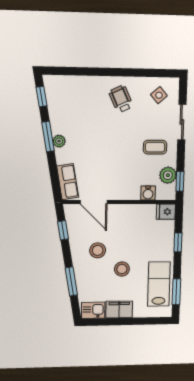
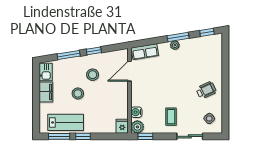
plant: (168, 175) -> (137, 127), moved
window: (63, 230) -> (94, 51), moved
window: (178, 242) -> (83, 136), moved

